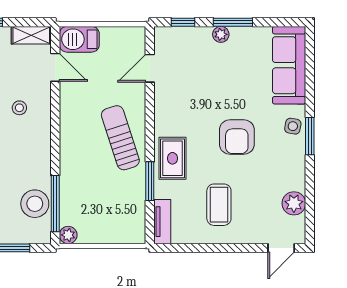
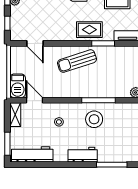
door: (55, 67) -> (35, 100), hinge flipped
stool: (35, 204) -> (94, 119), moved
window: (55, 204) -> (99, 100), moved

